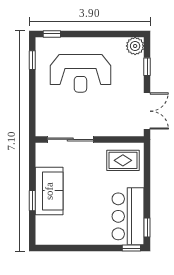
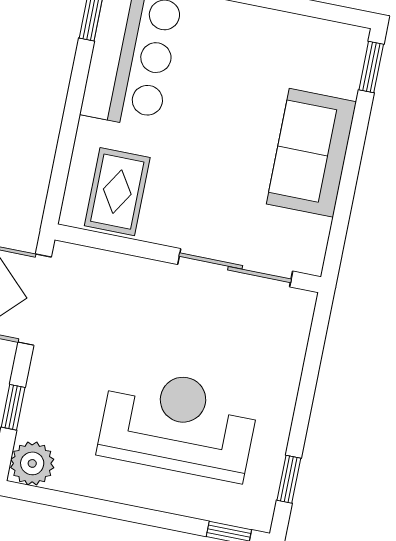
rug: (123, 160) -> (117, 192), turned 90
window: (32, 201) -> (371, 67), moved

